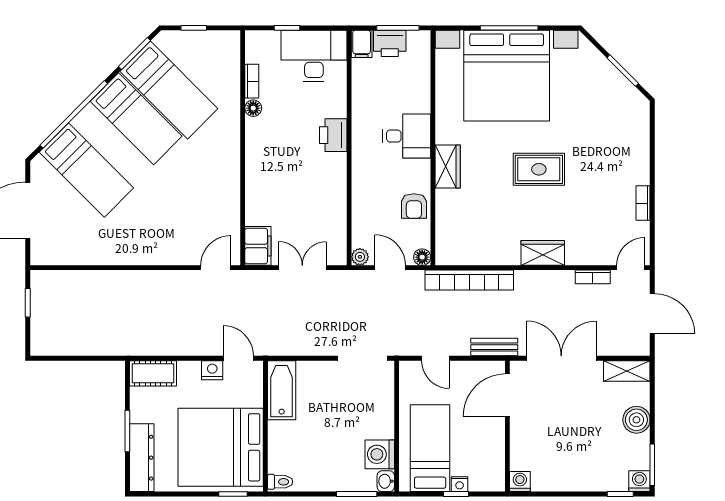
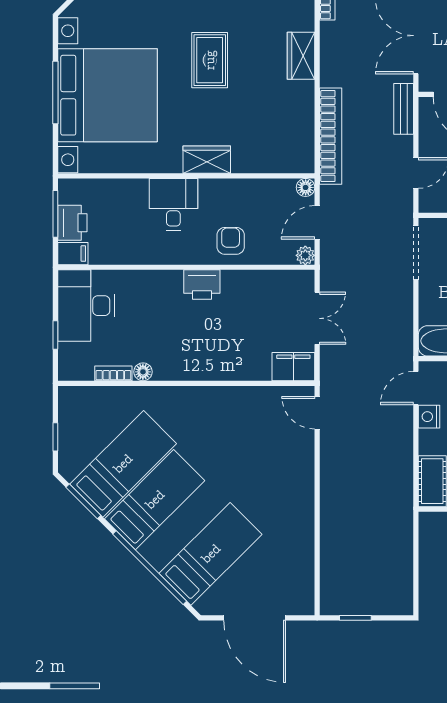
printer: (333, 135) -> (202, 285), moved
armchair: (414, 206) -> (231, 241), moved, turned -90
double door: (302, 268) -> (317, 318), swing flipped

